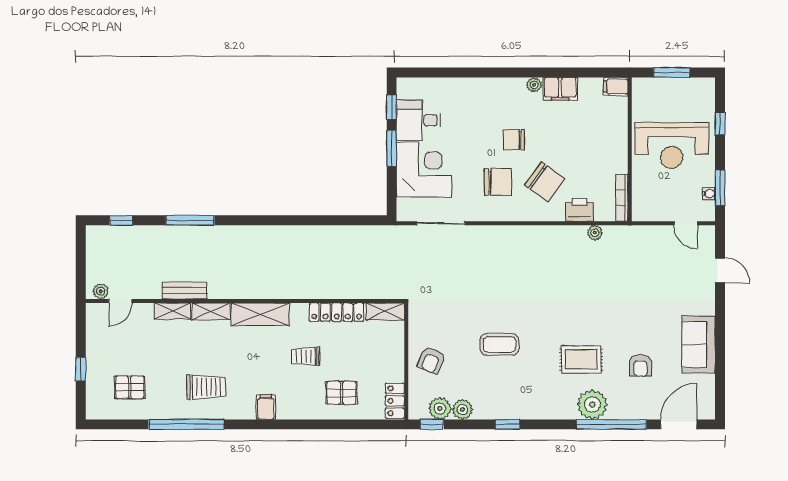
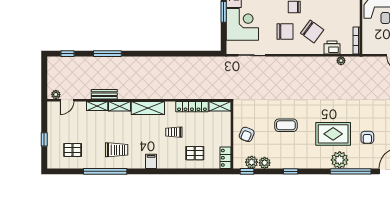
rug: (581, 359) -> (333, 134), width x1.36, depth x1.43

